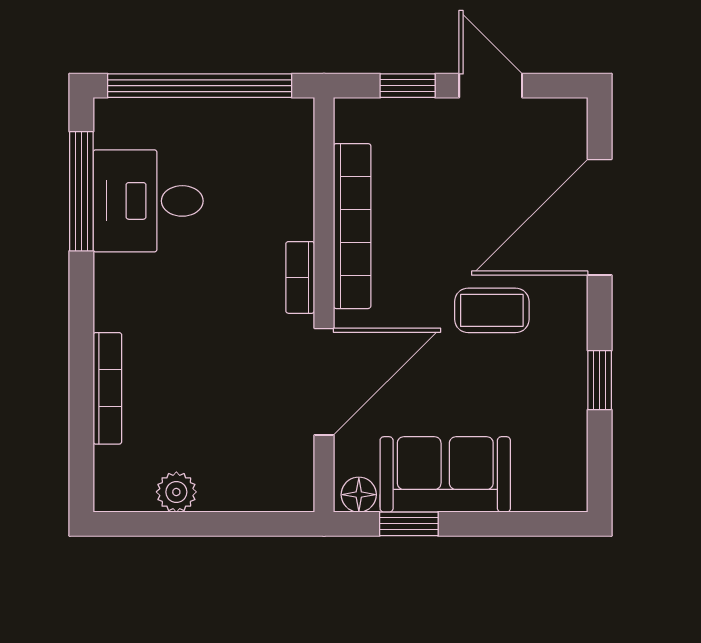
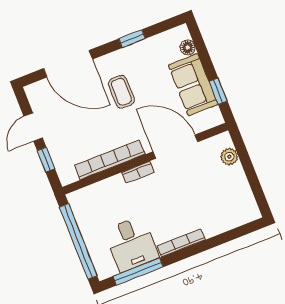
bookcase: (107, 388) -> (181, 243), moved
plant: (176, 492) -> (229, 157), moved
floor lamp: (359, 495) -> (188, 48), moved

